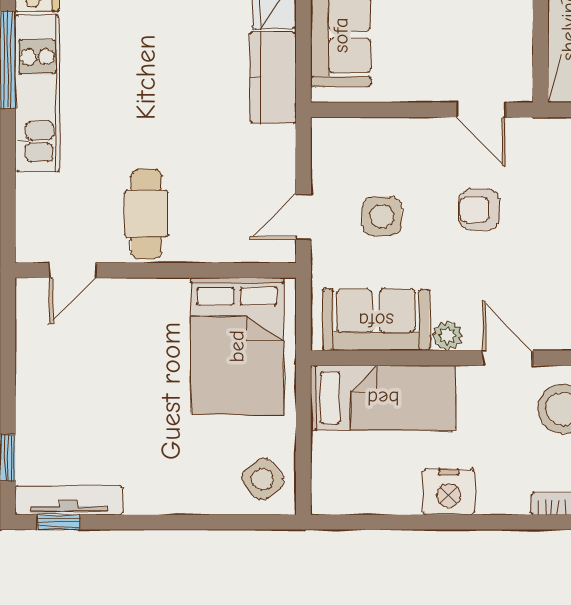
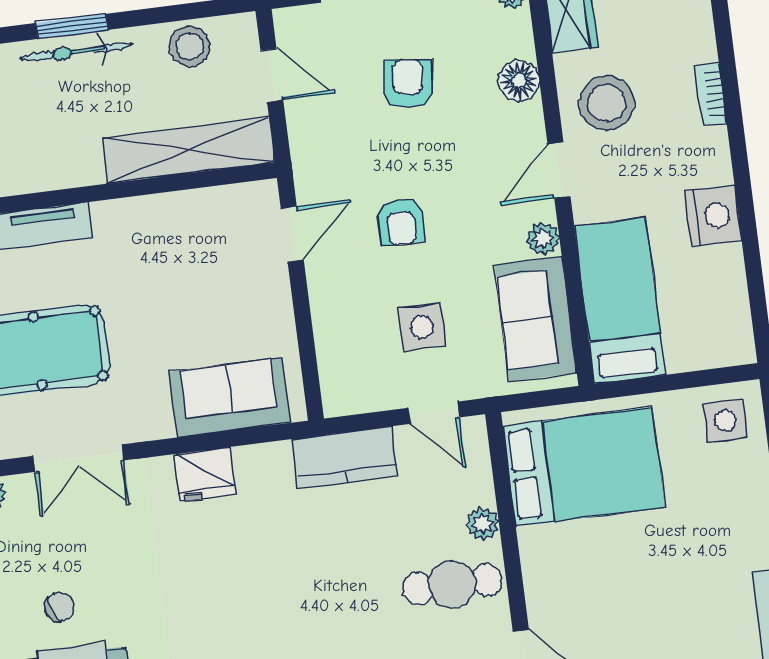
kitchen counter: (273, 78) -> (345, 458), moved
plant: (197, 248) -> (482, 524), added
side table: (263, 479) -> (725, 420), turned 38

